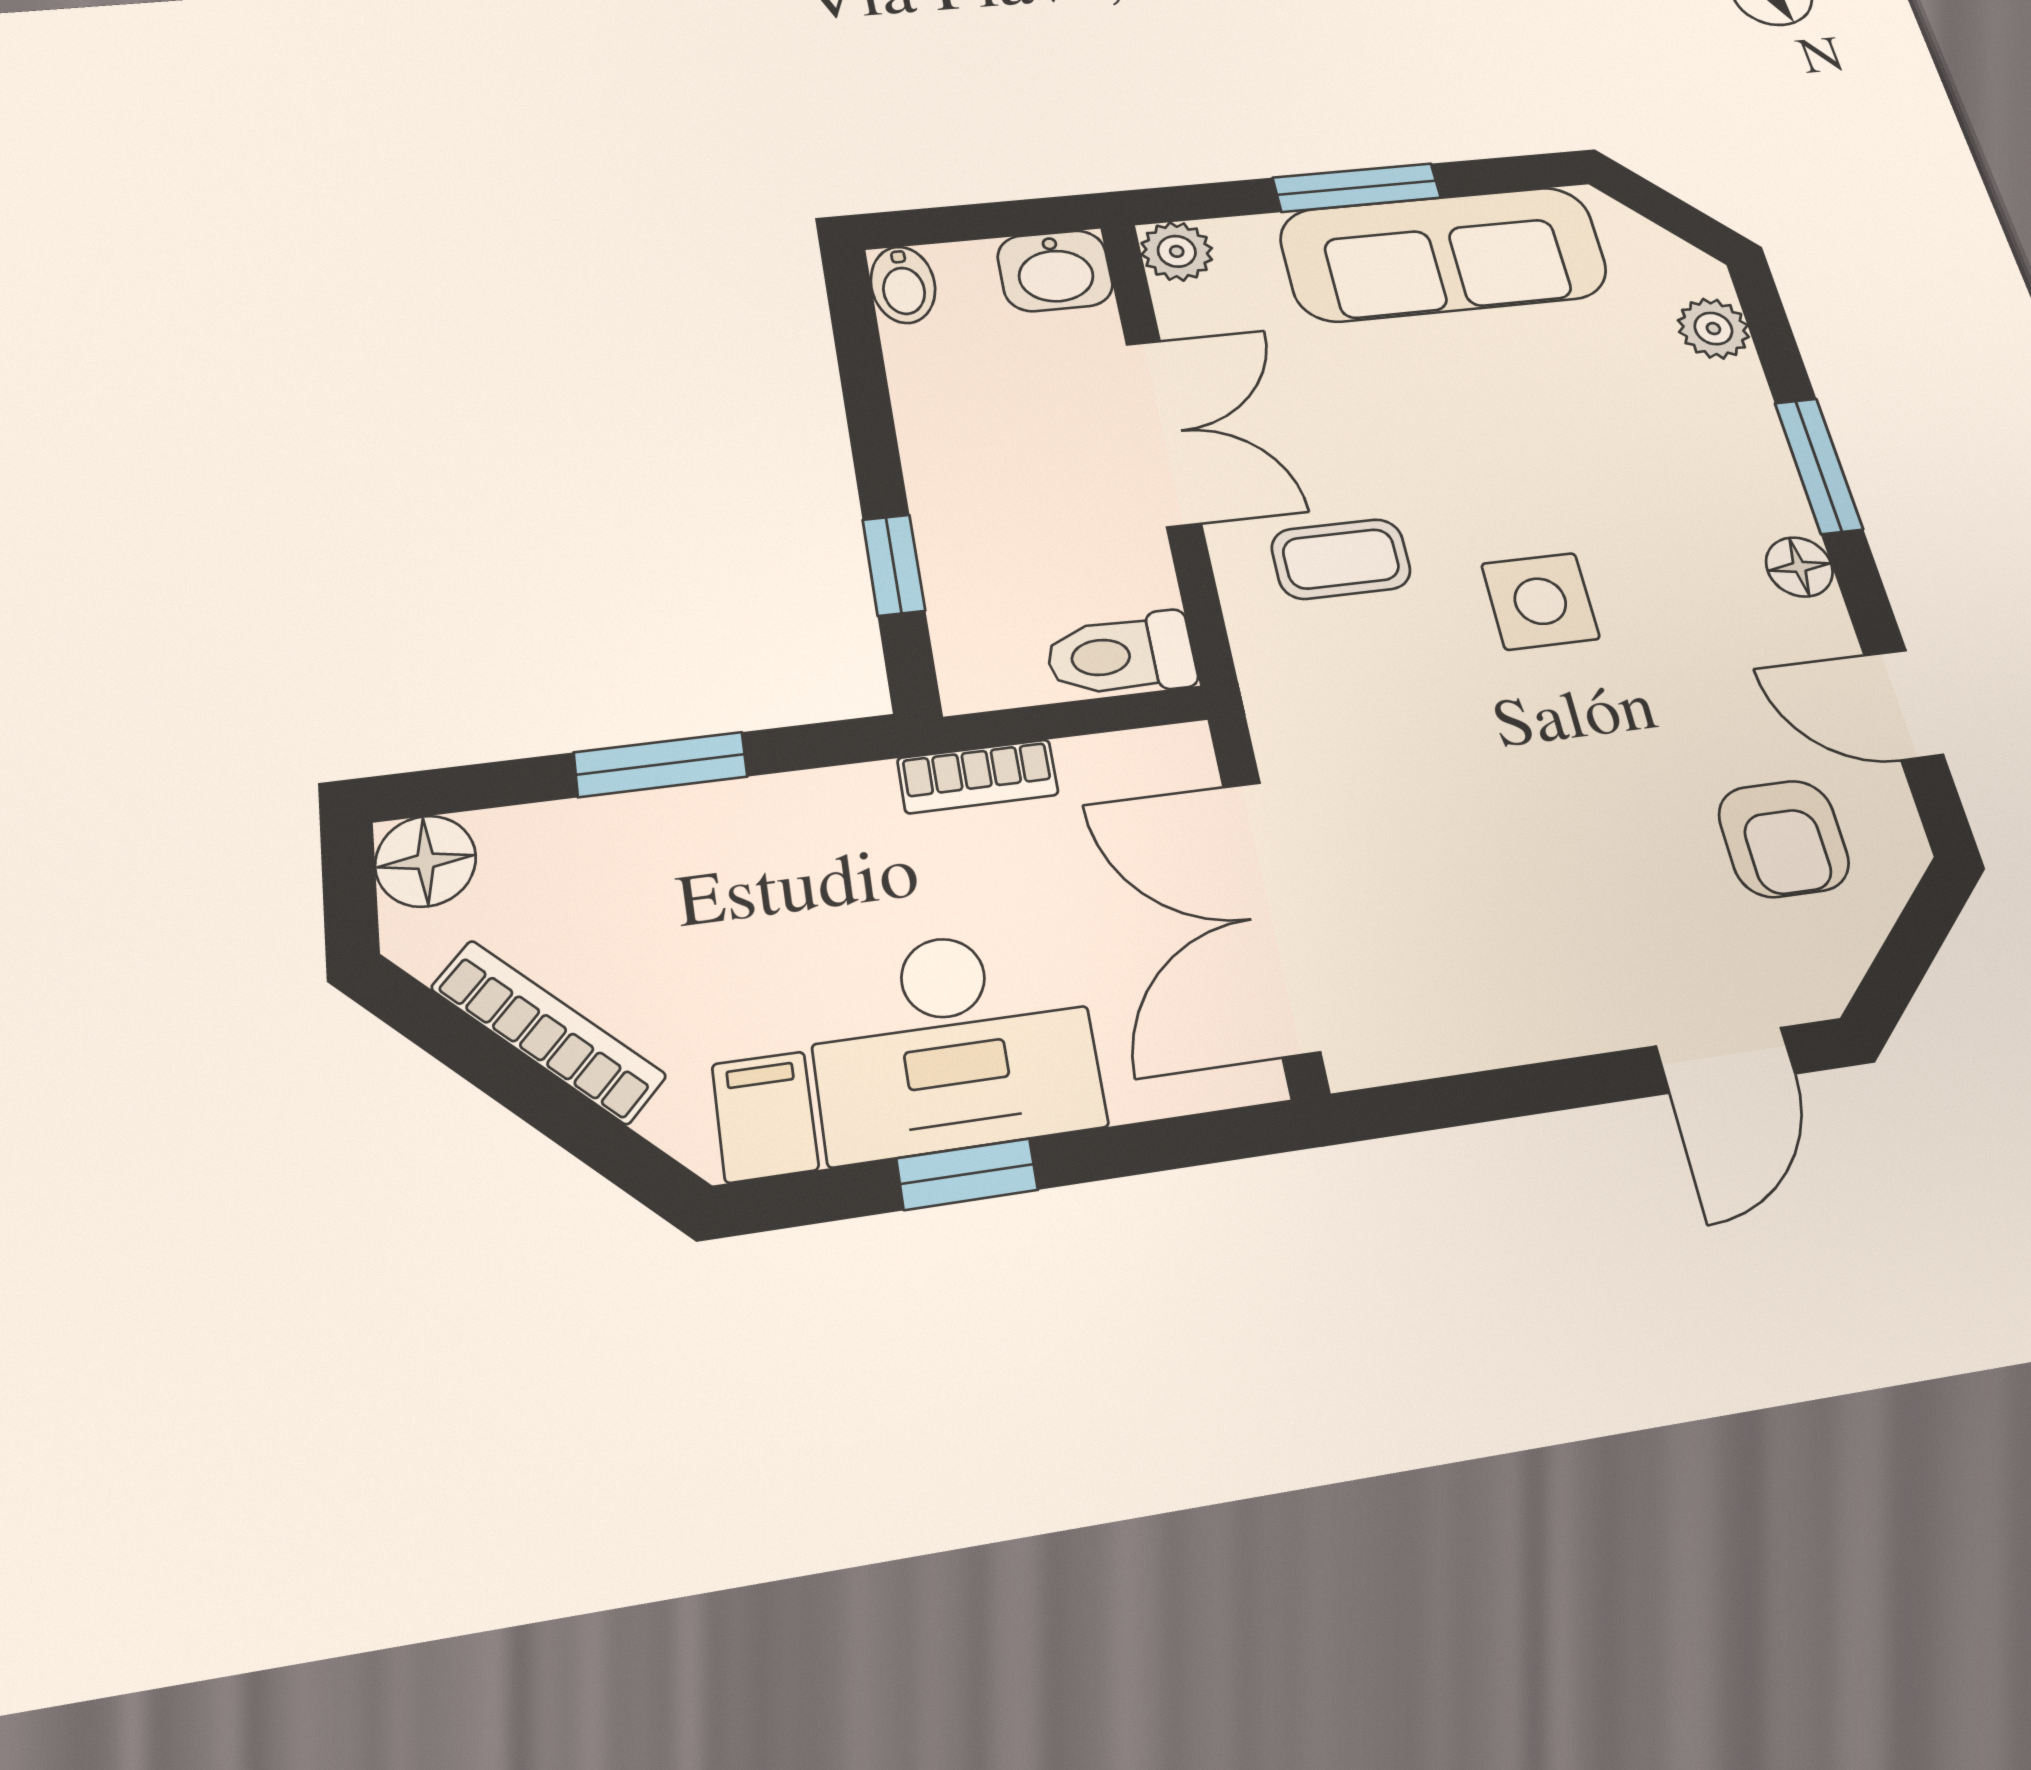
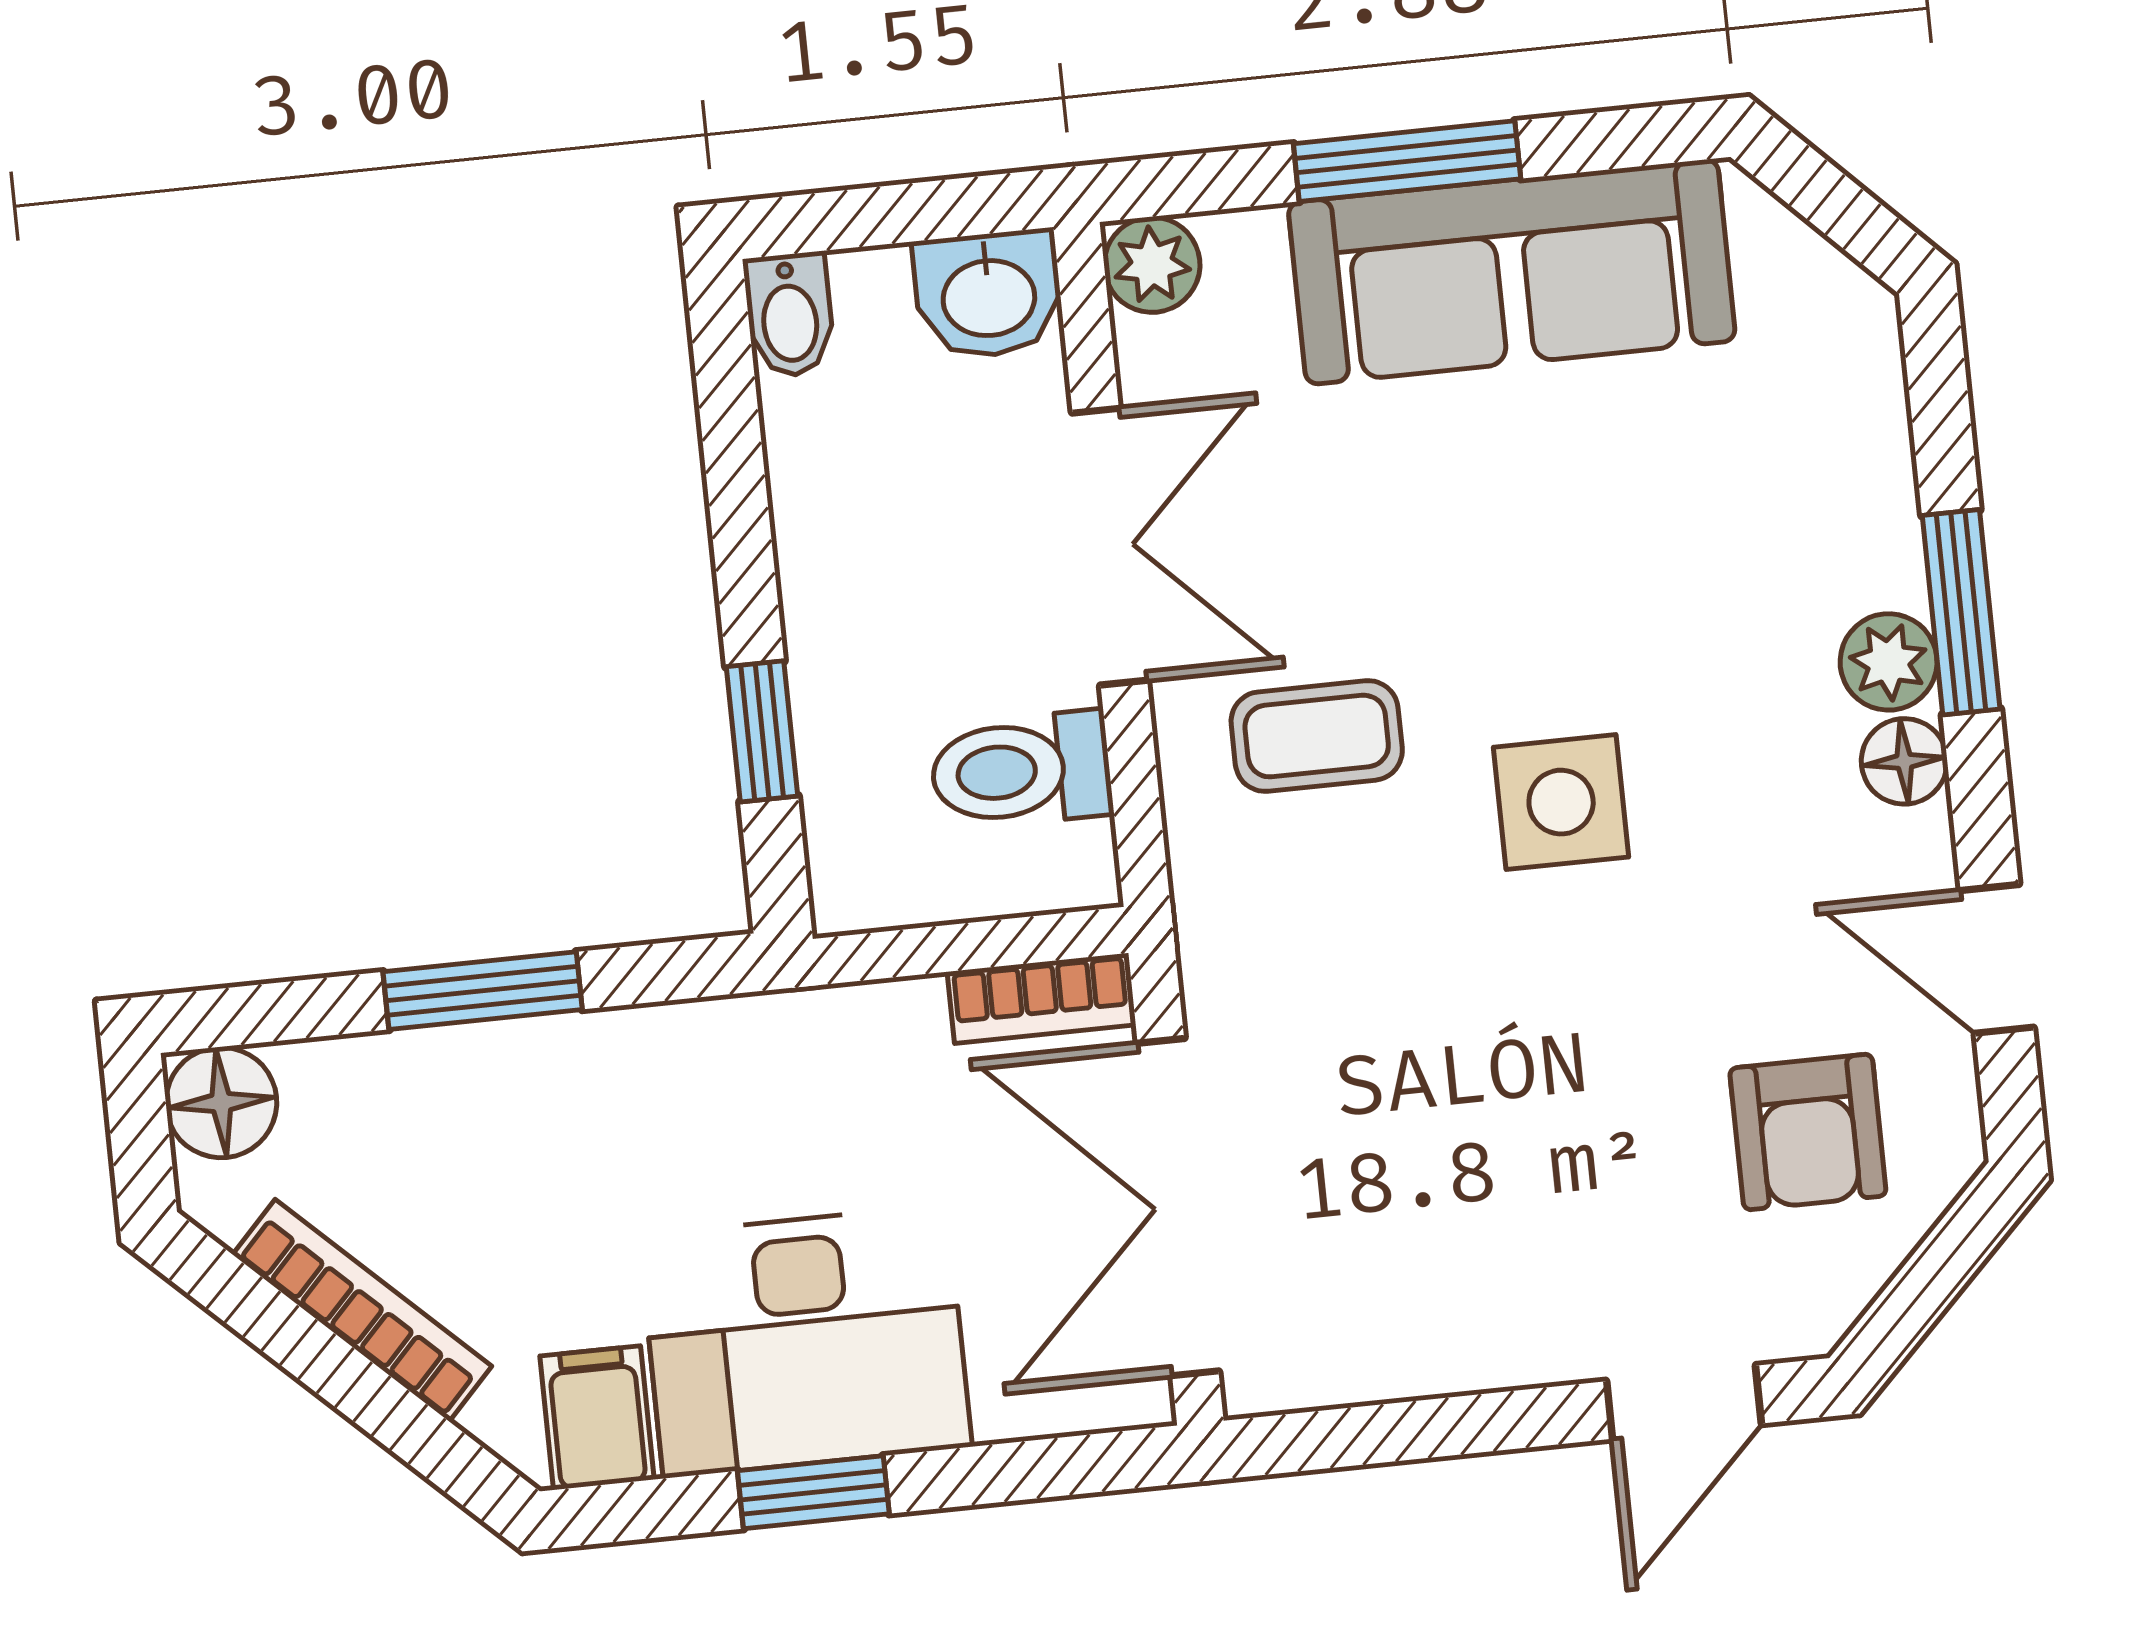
plant: (1713, 329) -> (1889, 662), moved
toilet: (1121, 655) -> (1021, 770), moved
bookcase: (978, 776) -> (1041, 998), moved

